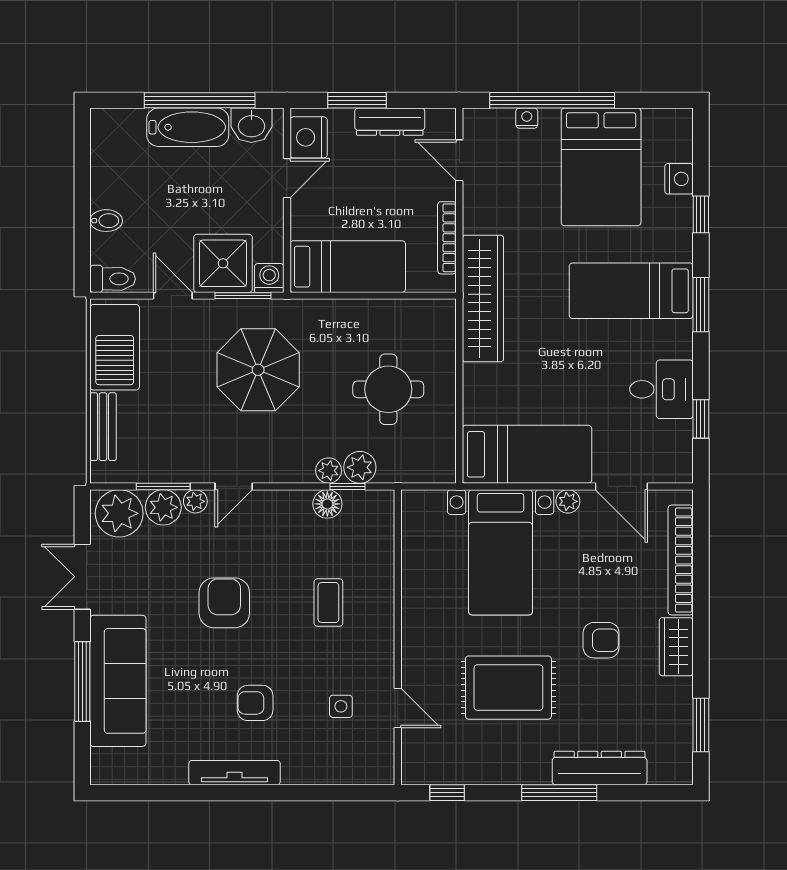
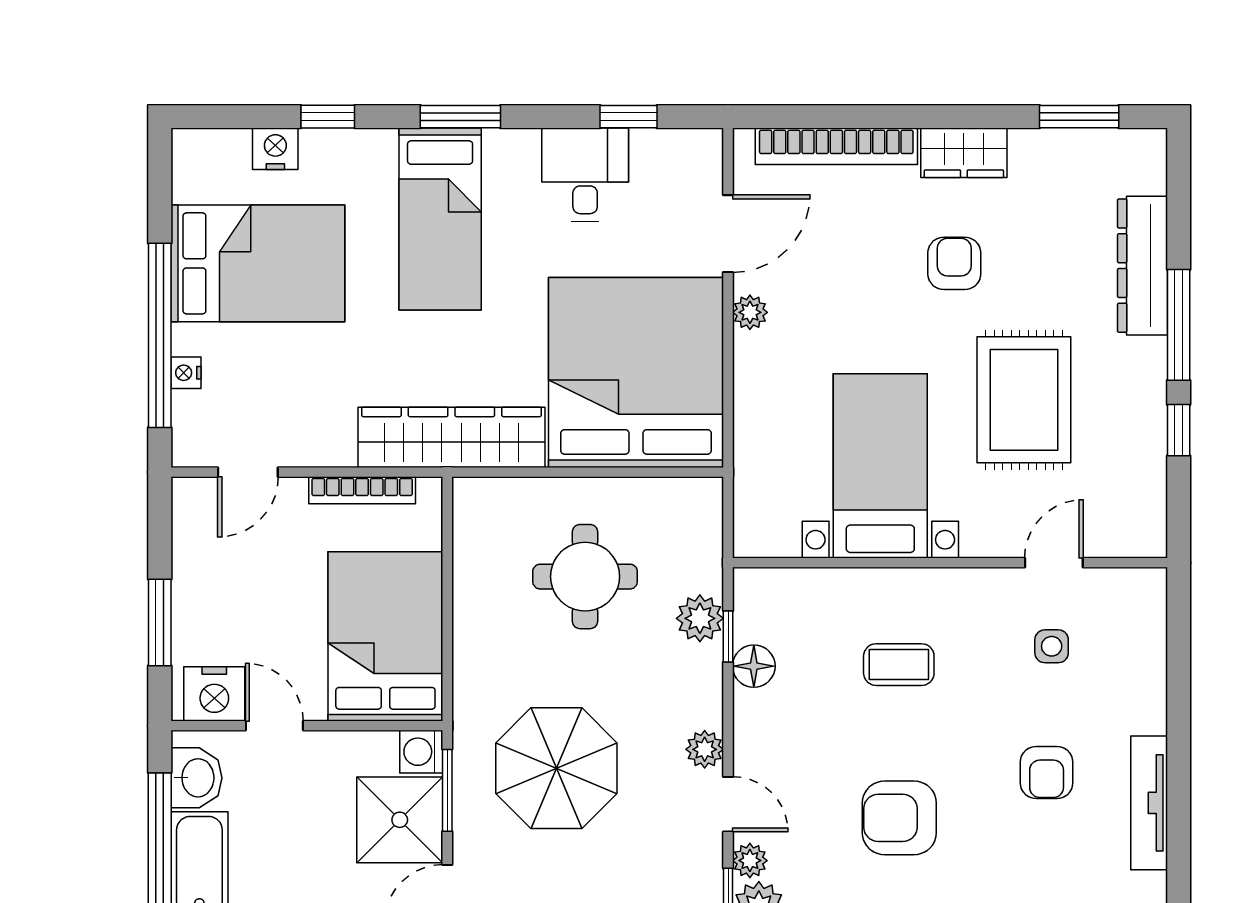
dresser: (390, 122) -> (191, 574), removed
bed: (348, 267) -> (385, 636), width x1.50
bed: (527, 454) -> (636, 372), width x2.04
plant: (329, 471) -> (705, 749), moved
bed with nightstands: (501, 552) -> (880, 466), moved, turned -90
window: (447, 793) -> (1179, 430), moved

